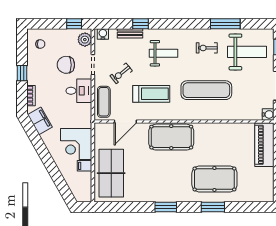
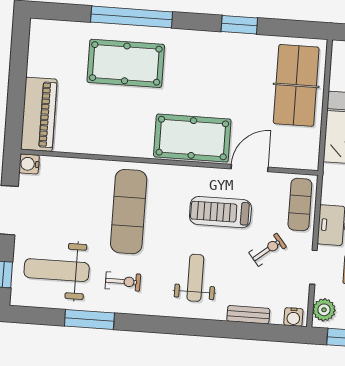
window: (140, 24) -> (230, 330), removed
weight bench: (163, 53) -> (195, 278), turned 90
exercise mat: (206, 90) -> (129, 212), turned 90
door: (125, 121) -> (250, 168), moved
window: (166, 207) -> (239, 25), moved
window: (213, 207) -> (132, 17), width x2.11

